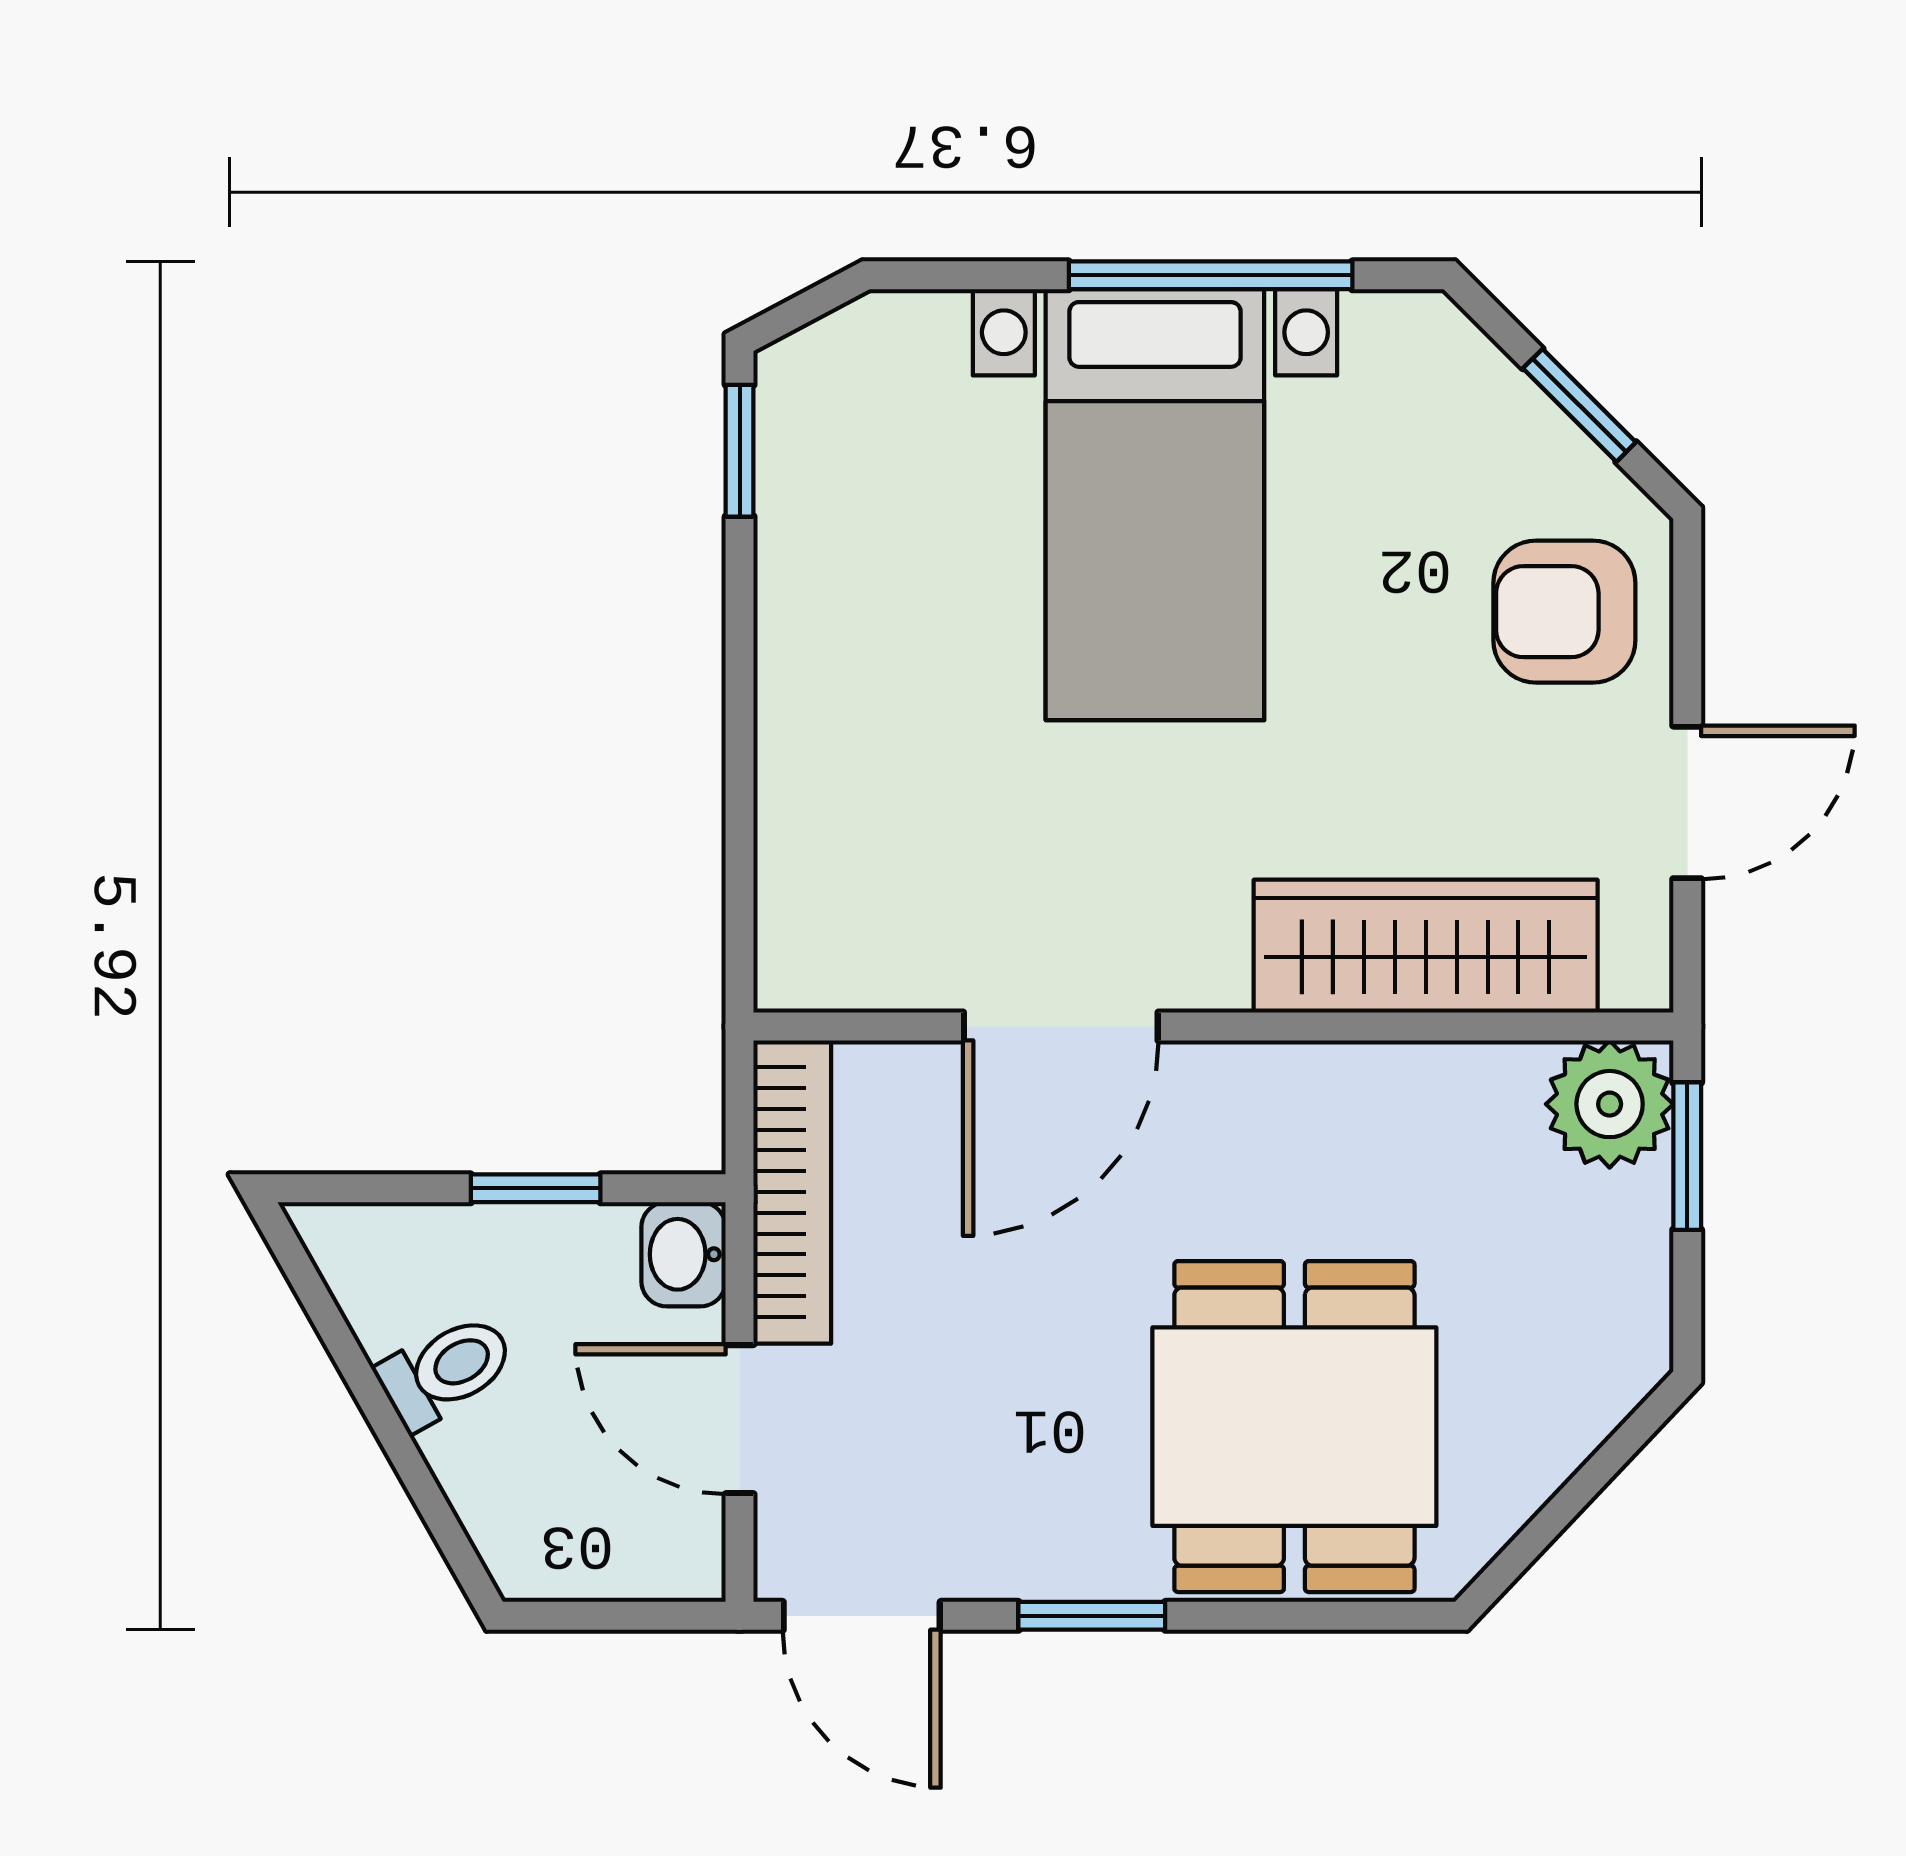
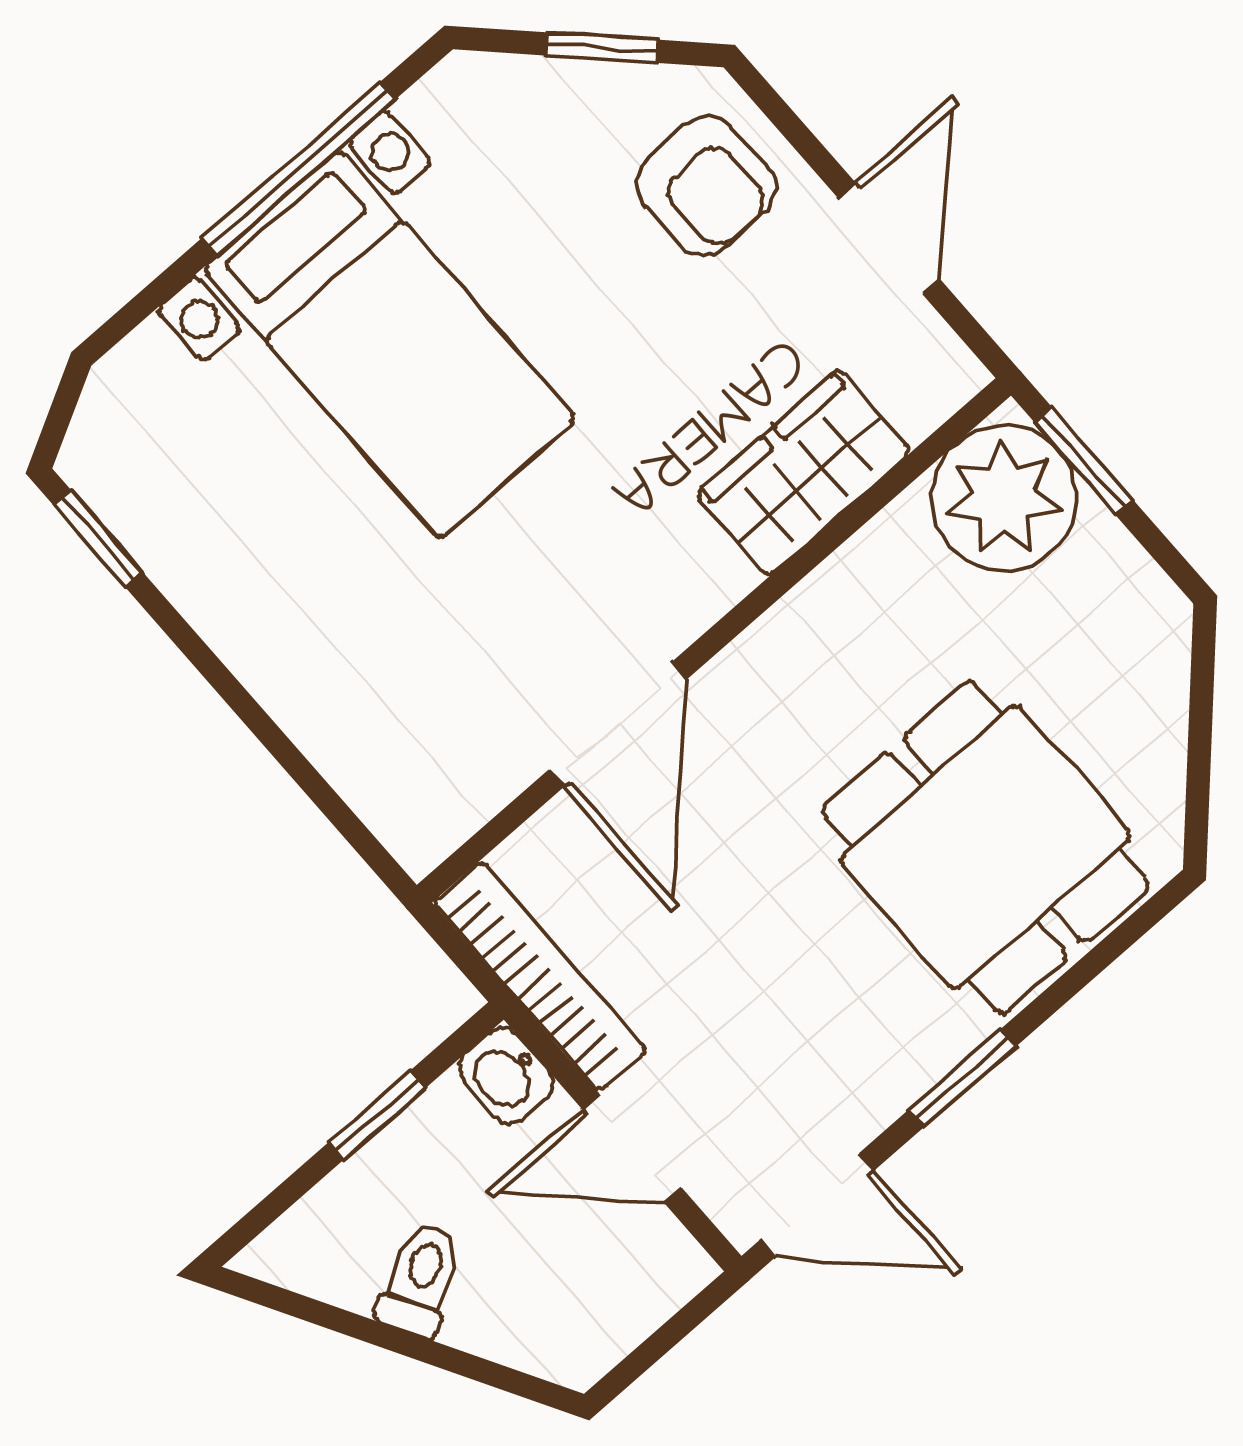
armchair: (1564, 612) -> (706, 186), turned -91
wardrobe: (1426, 946) -> (803, 473), width x0.67
plant: (1610, 1104) -> (1004, 498), width x1.36, depth x1.36

